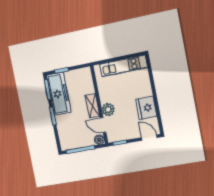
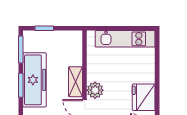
freezer: (59, 94) -> (35, 80), moved

